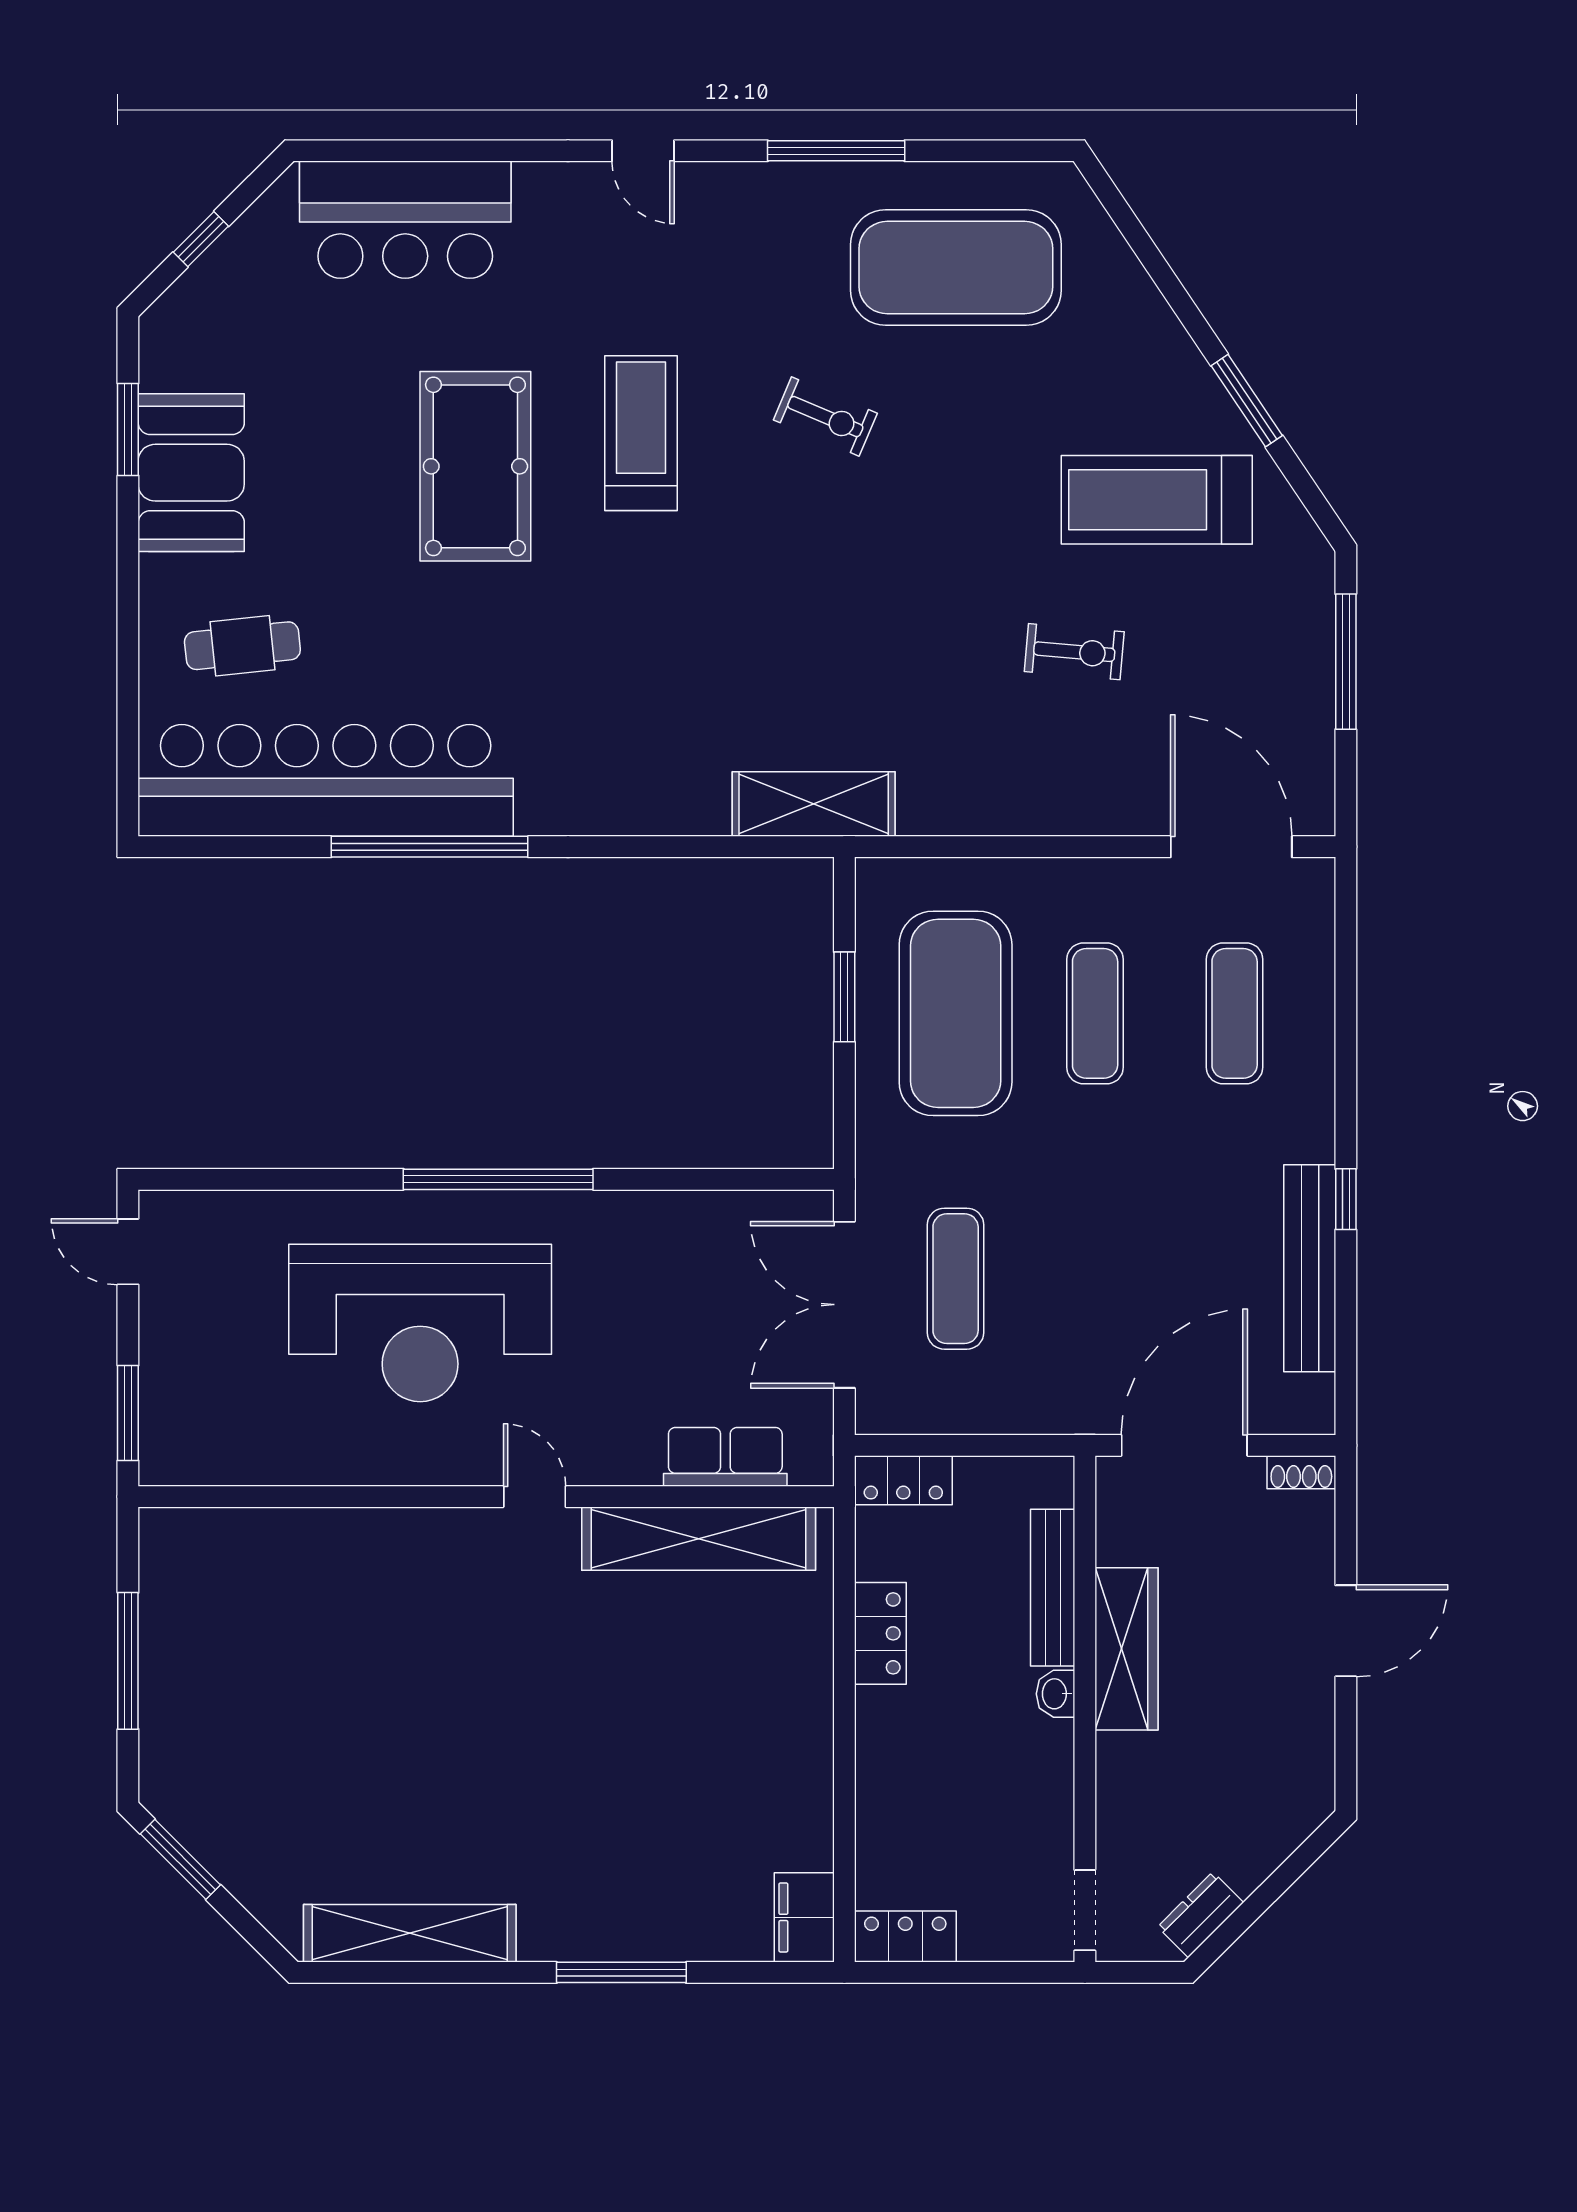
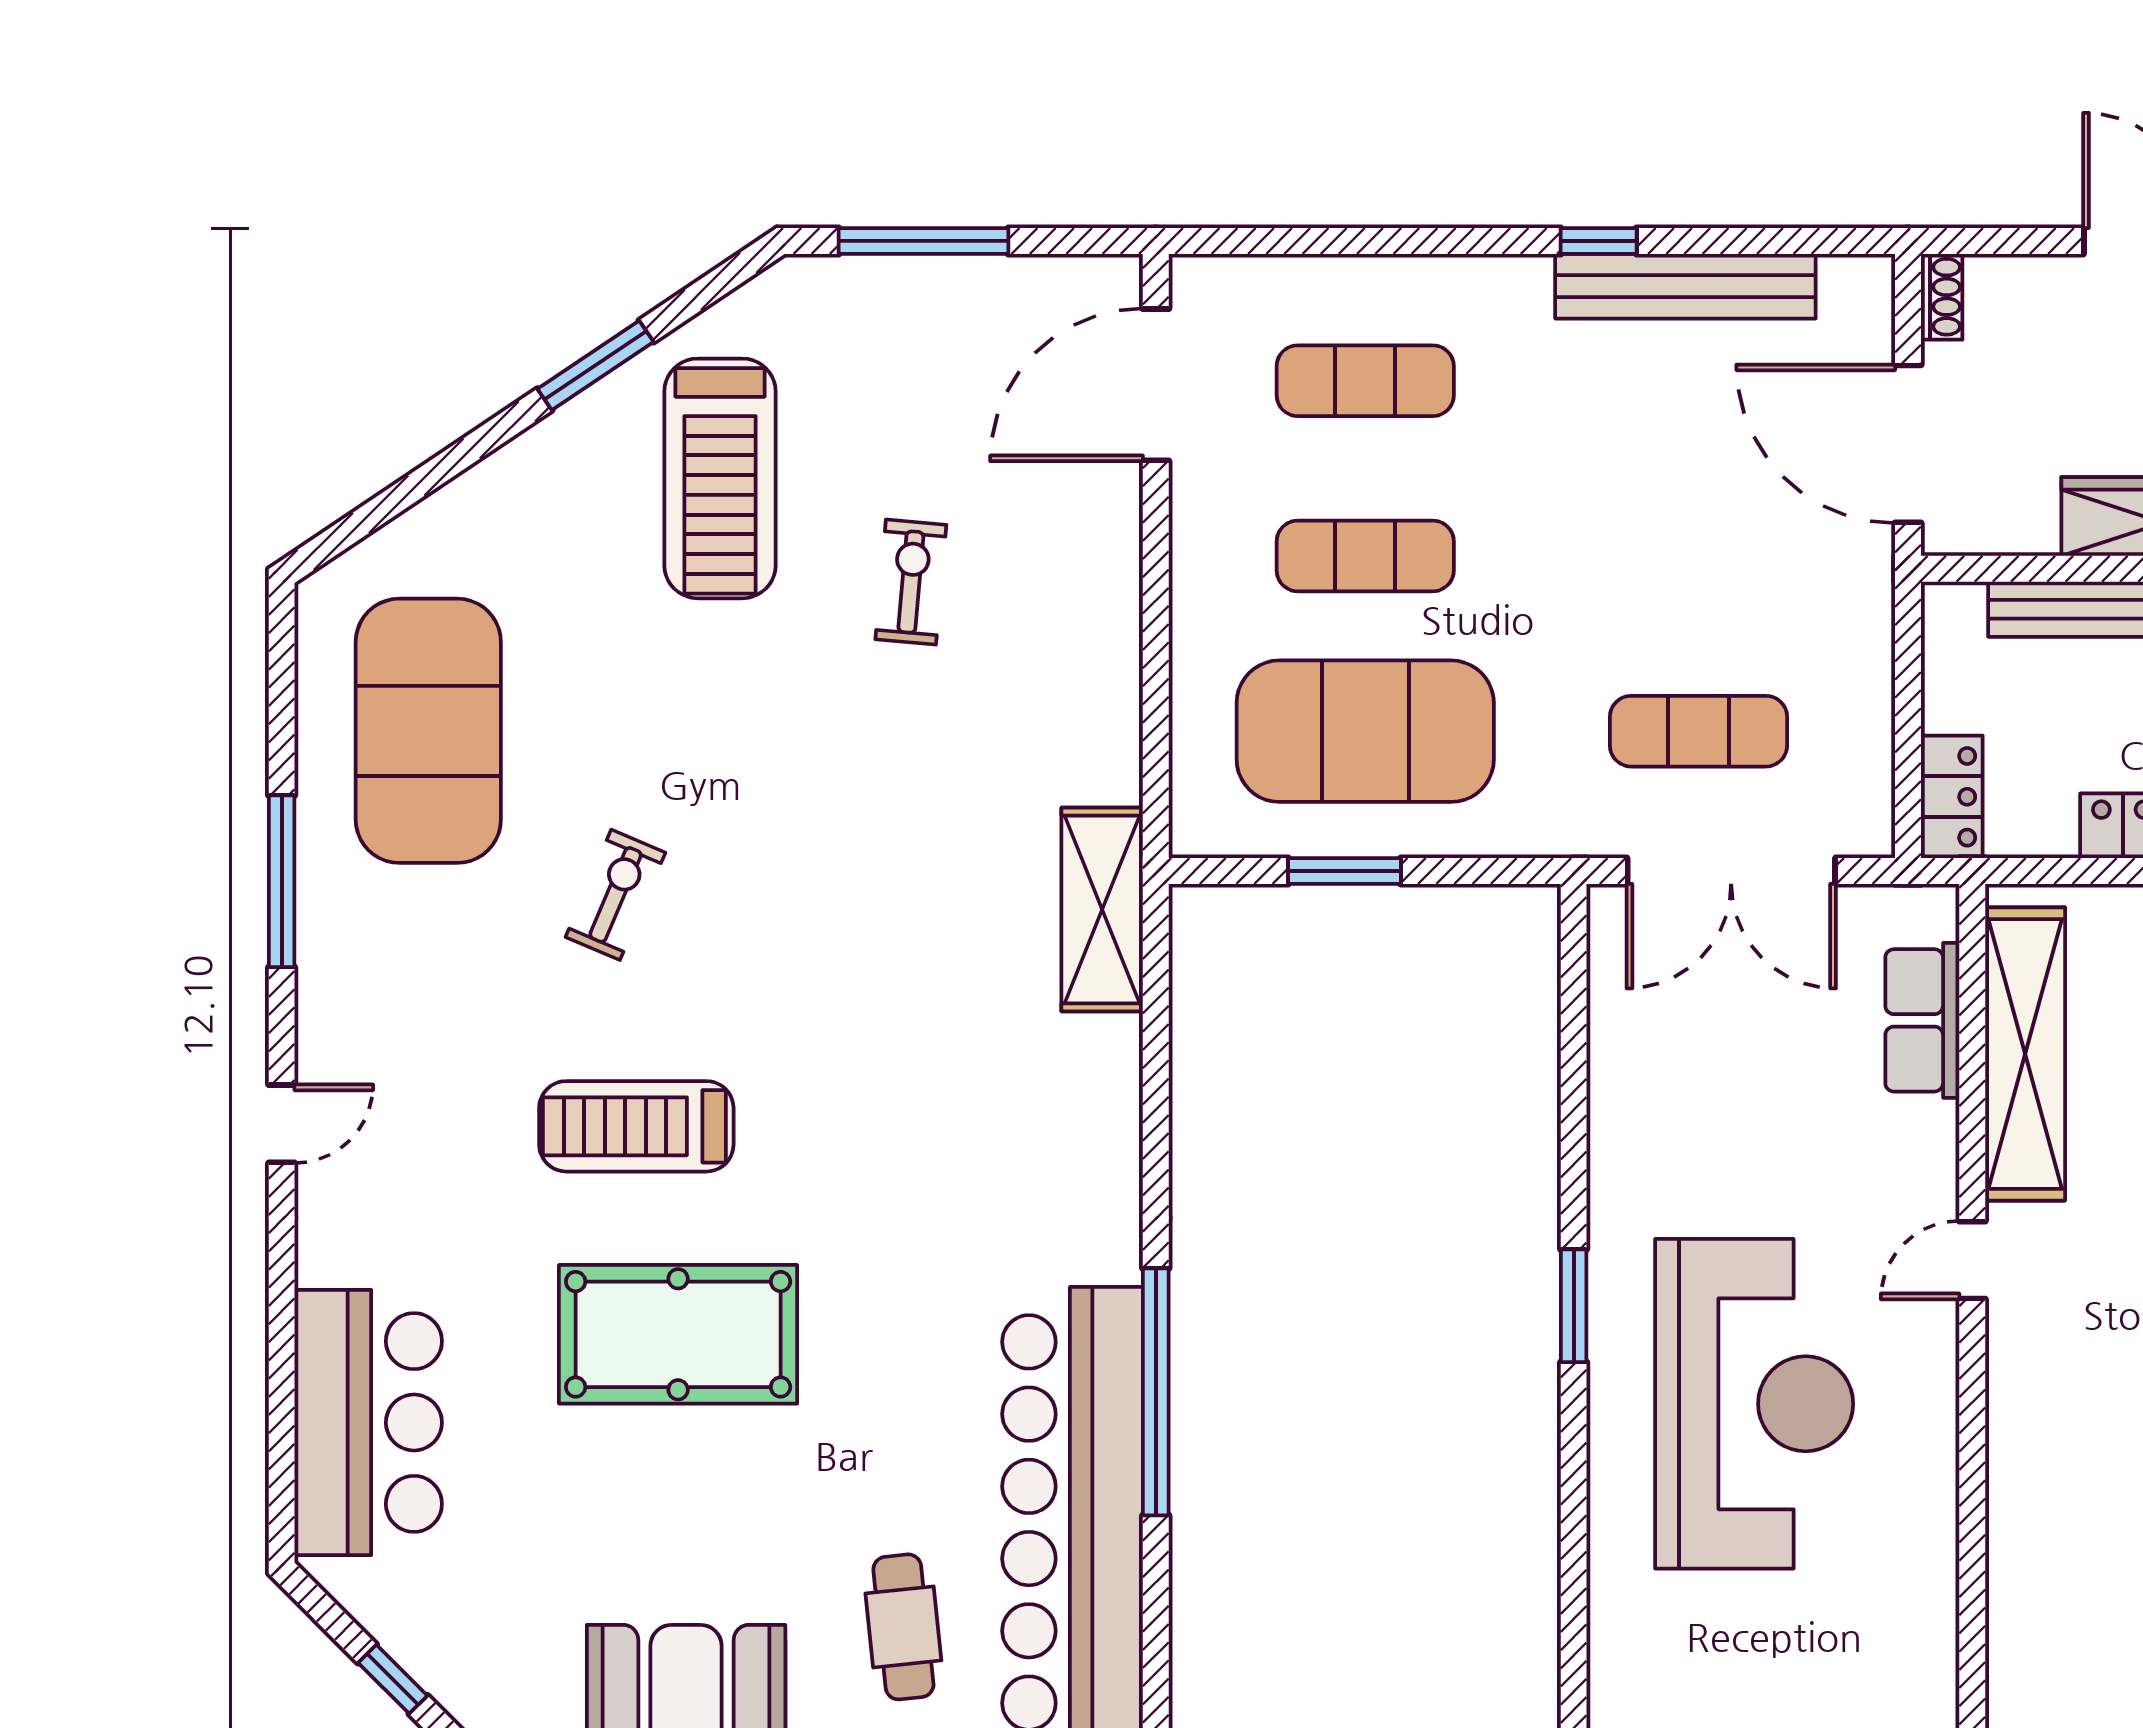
window: (498, 1179) -> (1574, 1306), width x0.47

